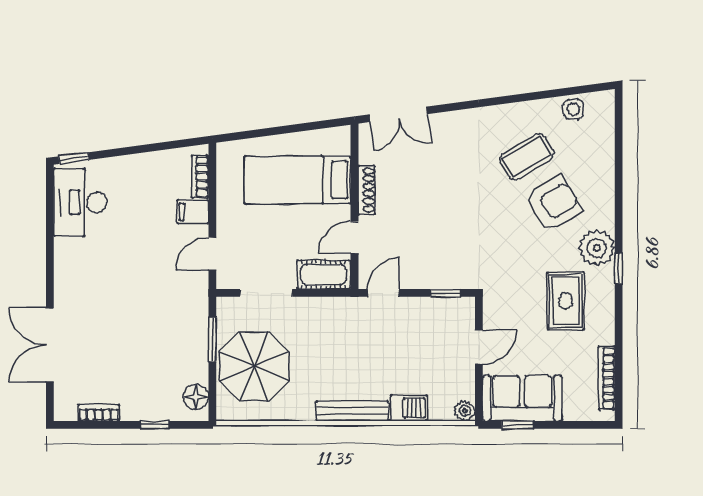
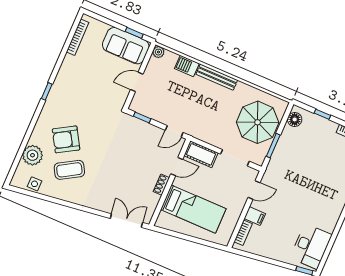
shoe rack: (367, 190) -> (161, 185), width x0.70
plant: (597, 248) -> (32, 155), moved
rug: (566, 301) -> (82, 86), removed

